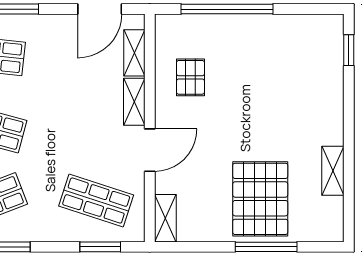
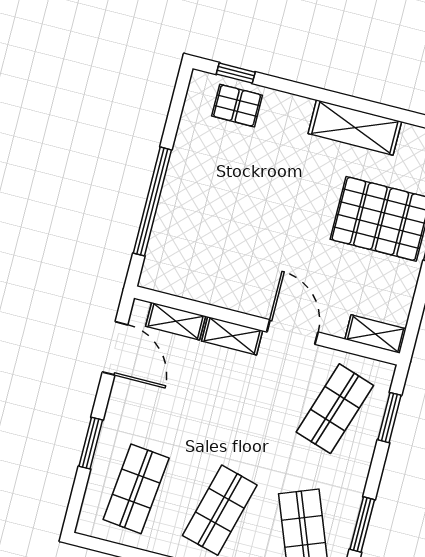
pallet: (190, 77) -> (237, 106), moved
shelving: (333, 171) -> (355, 127), width x1.50, depth x1.33

